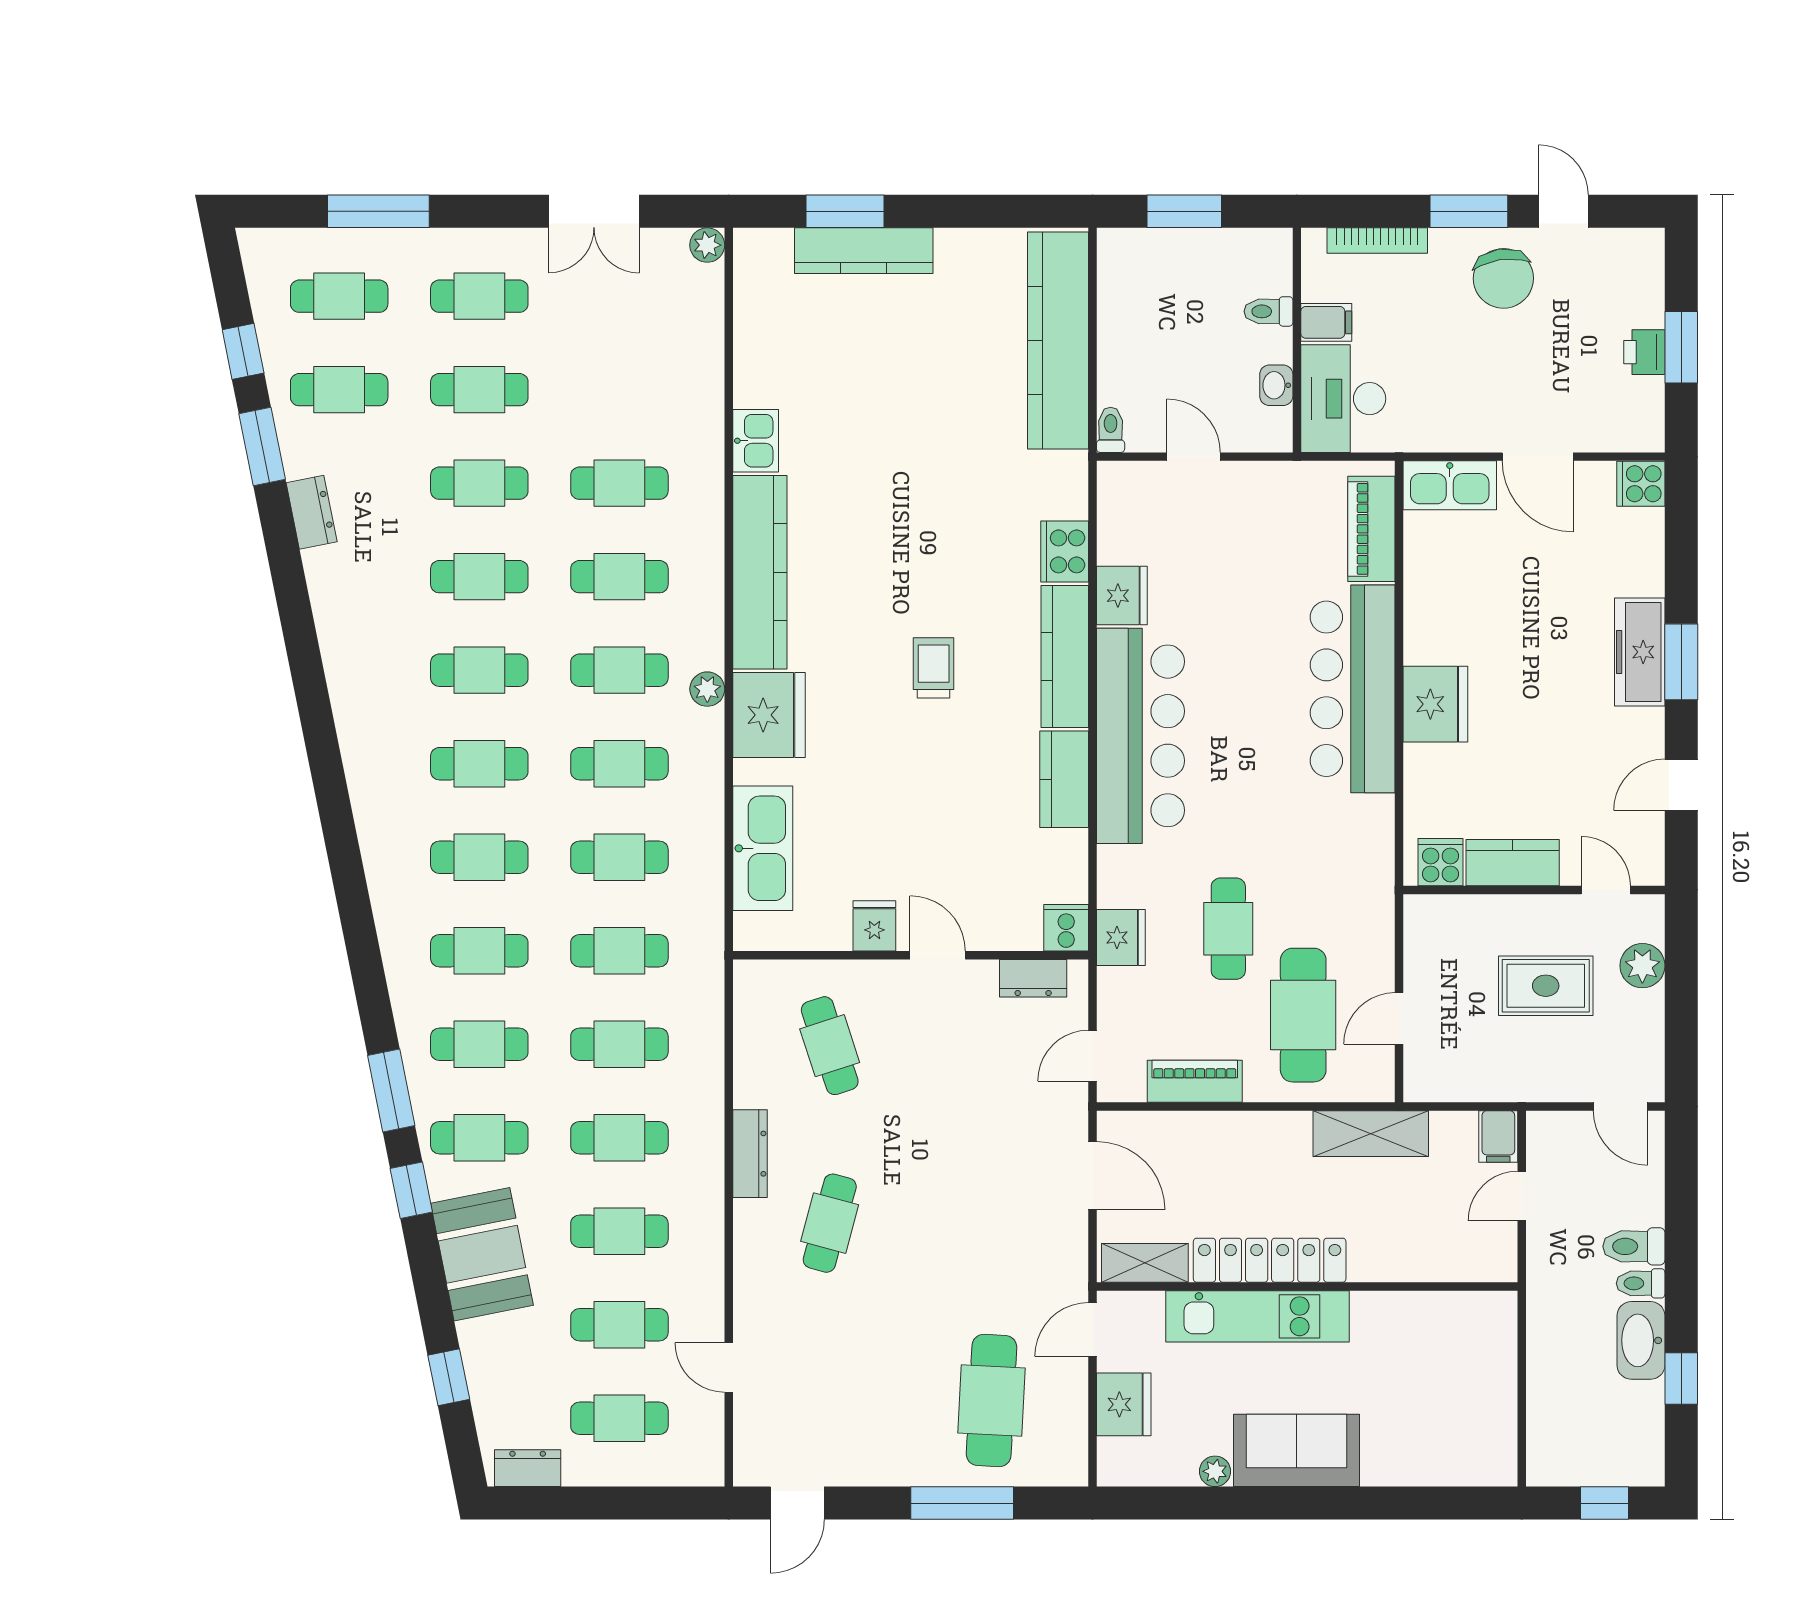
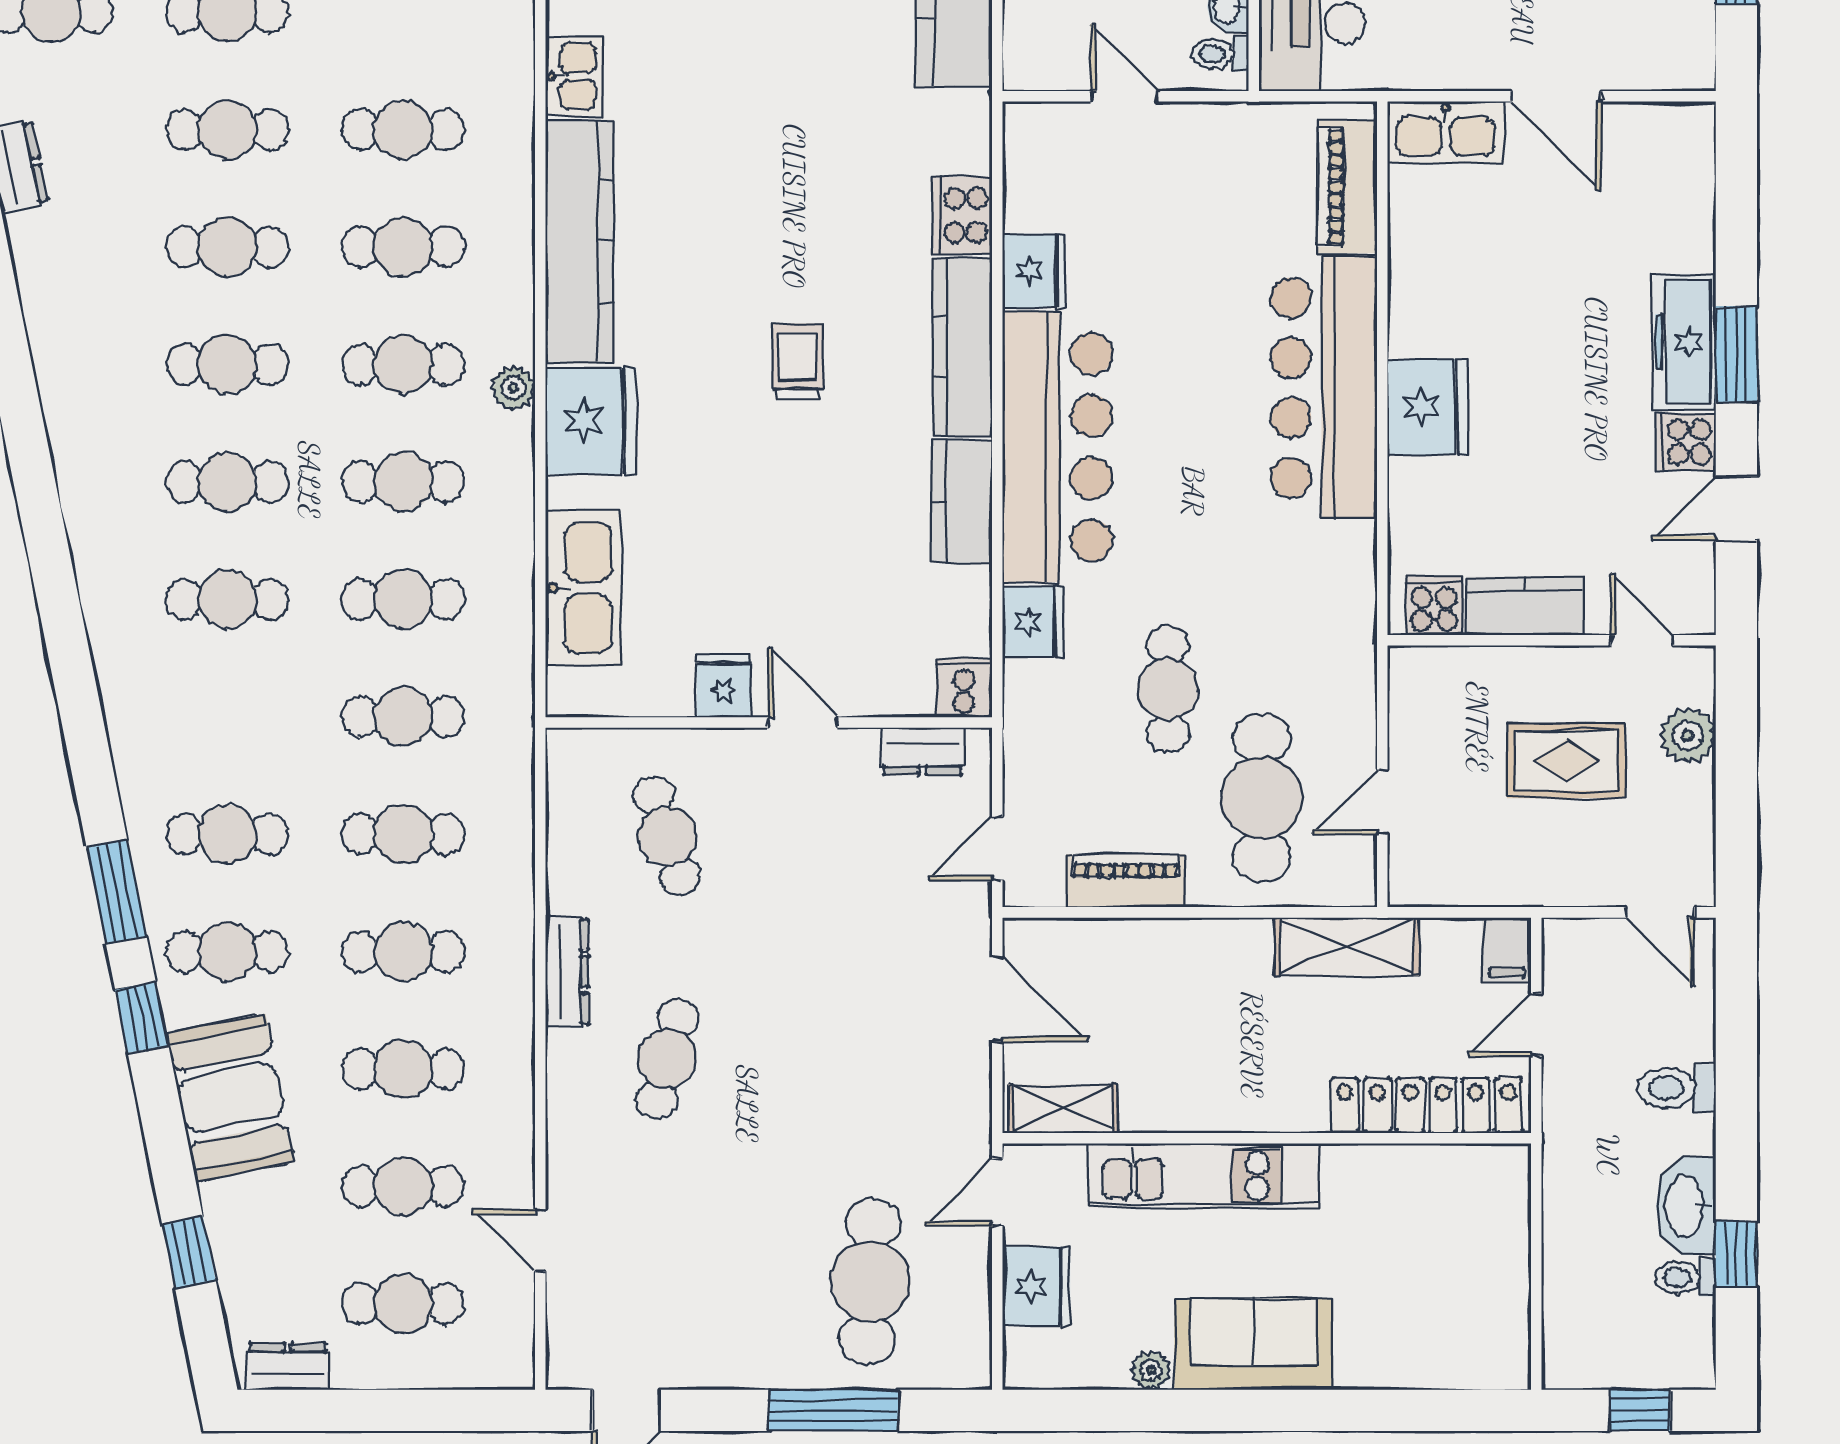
toilet: (1111, 430) -> (1220, 54), moved, turned -90
cooker: (1641, 484) -> (1686, 442), moved
fridge: (1121, 937) -> (1033, 622), moved
cafe table: (479, 951) -> (227, 717), removed
locker: (1270, 1260) -> (1426, 1105), moved
toilet: (1641, 1283) -> (1685, 1278), moved

